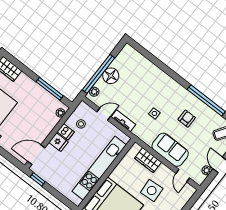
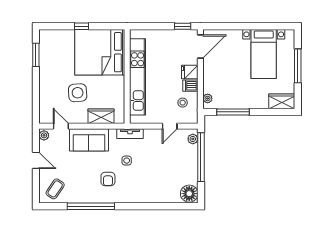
floor lamp: (111, 76) -> (189, 194), moved
armchair: (187, 119) -> (108, 179), moved
tv unit: (123, 121) -> (130, 134), moved
plant: (207, 170) -> (44, 135), moved

